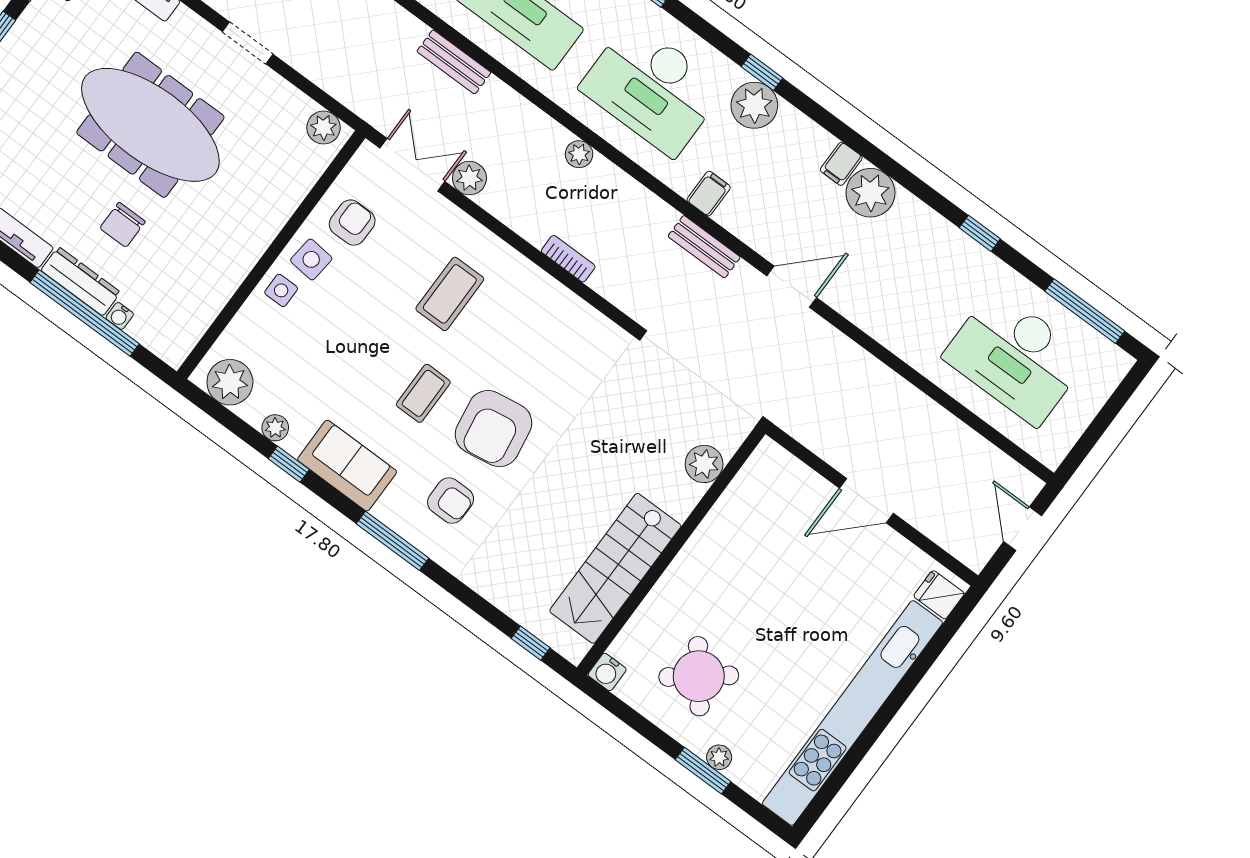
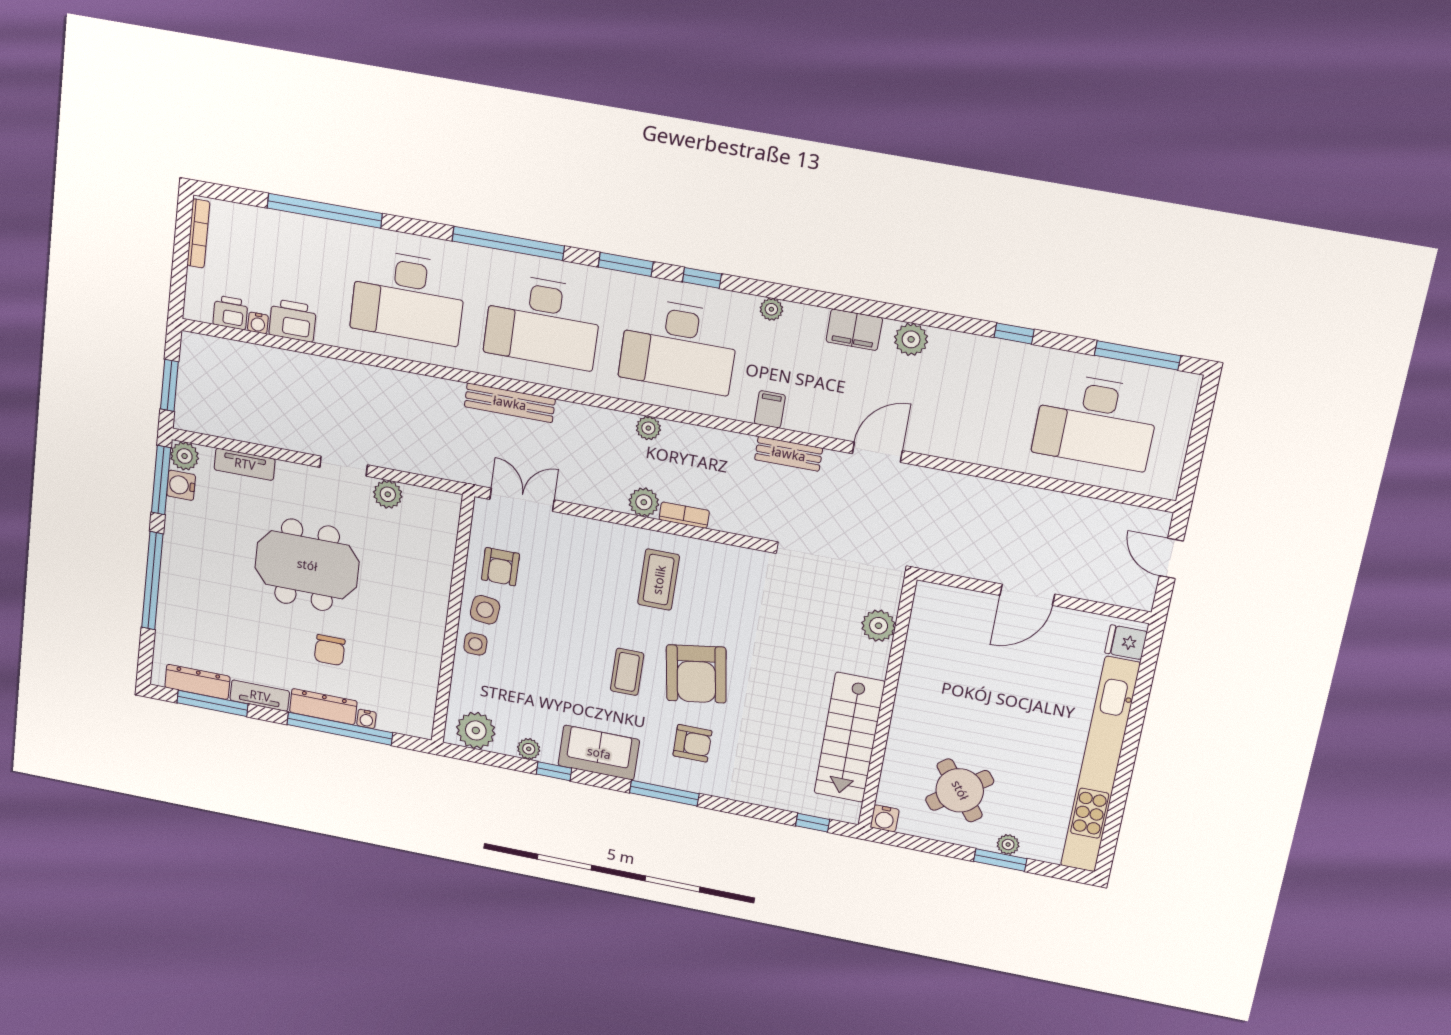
bench: (454, 62) -> (510, 403), width x1.36
window: (762, 72) -> (702, 278), moved
plant: (754, 105) -> (771, 309), width x0.53, depth x0.53
meeting table: (150, 125) -> (307, 565), width x0.73
plant: (324, 128) -> (388, 494), moved
filing cabinet: (841, 164) -> (854, 330), width x2.00
plant: (469, 178) -> (644, 502), moved
plant: (870, 193) -> (911, 339), width x0.73, depth x0.73
armchair: (352, 223) -> (500, 567), turned 180
coffee table: (450, 294) -> (659, 580), moved

